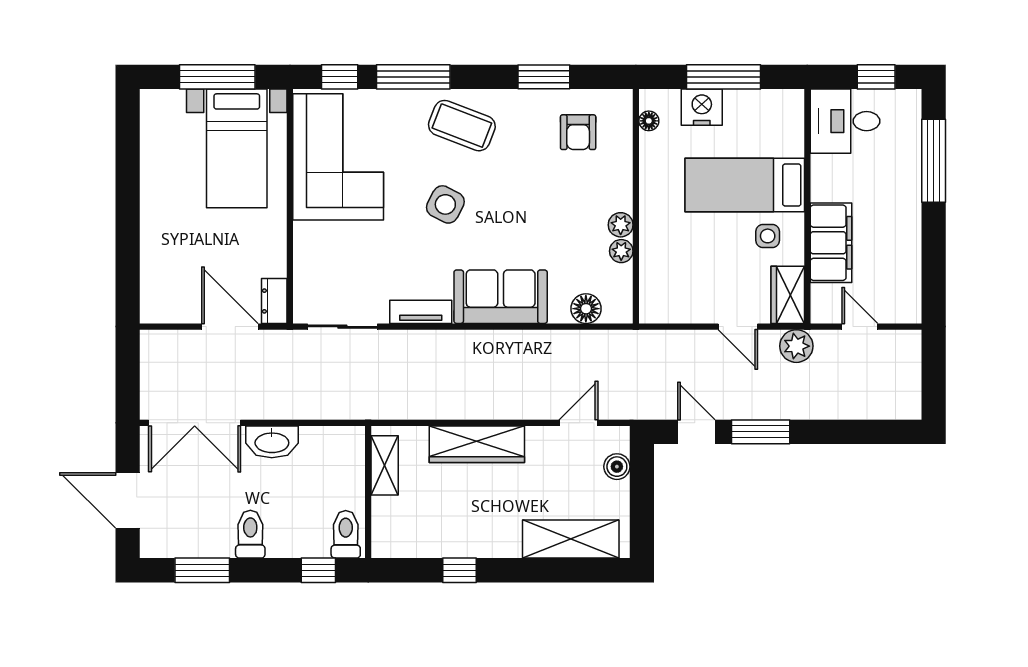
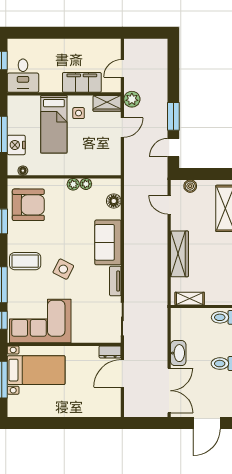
coffee table: (462, 126) -> (25, 261), turned 69
armchair: (578, 132) -> (28, 205), width x1.88, depth x1.88
window: (934, 161) -> (42, 33), removed

